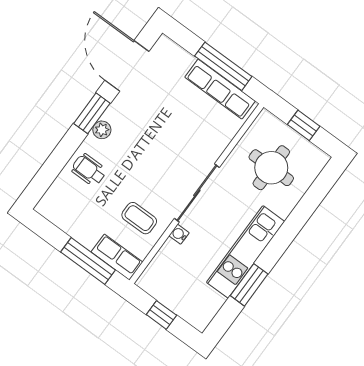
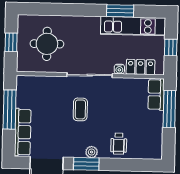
row of seats: (220, 89) -> (23, 132), moved
coffee table: (139, 218) -> (80, 109), moved
kitchen unit: (246, 252) -> (133, 26), moved
locker: (164, 262) -> (140, 67), added

